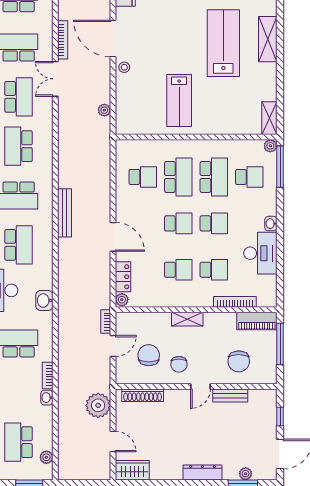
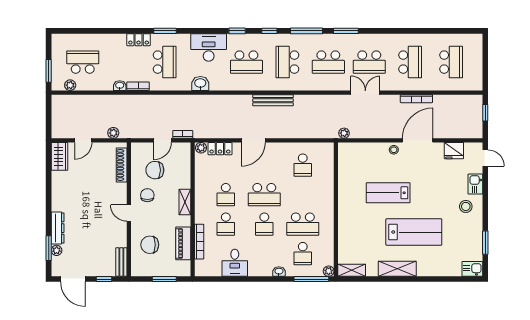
shelving: (268, 39) -> (397, 269), moved
double door: (55, 79) -> (365, 93), moved
lab bench: (179, 100) -> (388, 193), moved
plant: (104, 110) -> (344, 133), moved
school desk: (19, 146) -> (328, 62), turned 180
school desk: (178, 177) -> (303, 195), removed
school desk: (178, 223) -> (264, 195), width x1.85
washbasin: (271, 224) -> (279, 271), moved
desk: (260, 253) -> (235, 263), width x0.73
piano: (257, 321) -> (183, 243), moved
window: (280, 344) -> (164, 279), width x0.69
door: (113, 346) -> (162, 140), hinge flipped
chair: (149, 355) -> (155, 170), turned 180
chair: (179, 364) -> (147, 195), turned 90
bench: (230, 396) -> (121, 262), moved
plant: (98, 405) -> (113, 133), width x0.53, depth x0.53
dresser: (202, 472) -> (58, 228), moved

